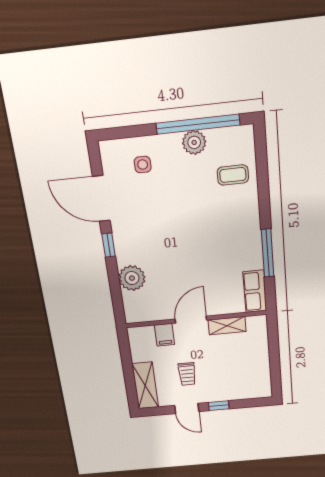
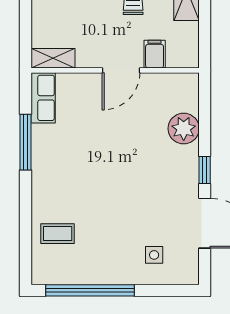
plant: (194, 142) -> (96, 272), removed
shelving: (227, 326) -> (53, 58), moved

